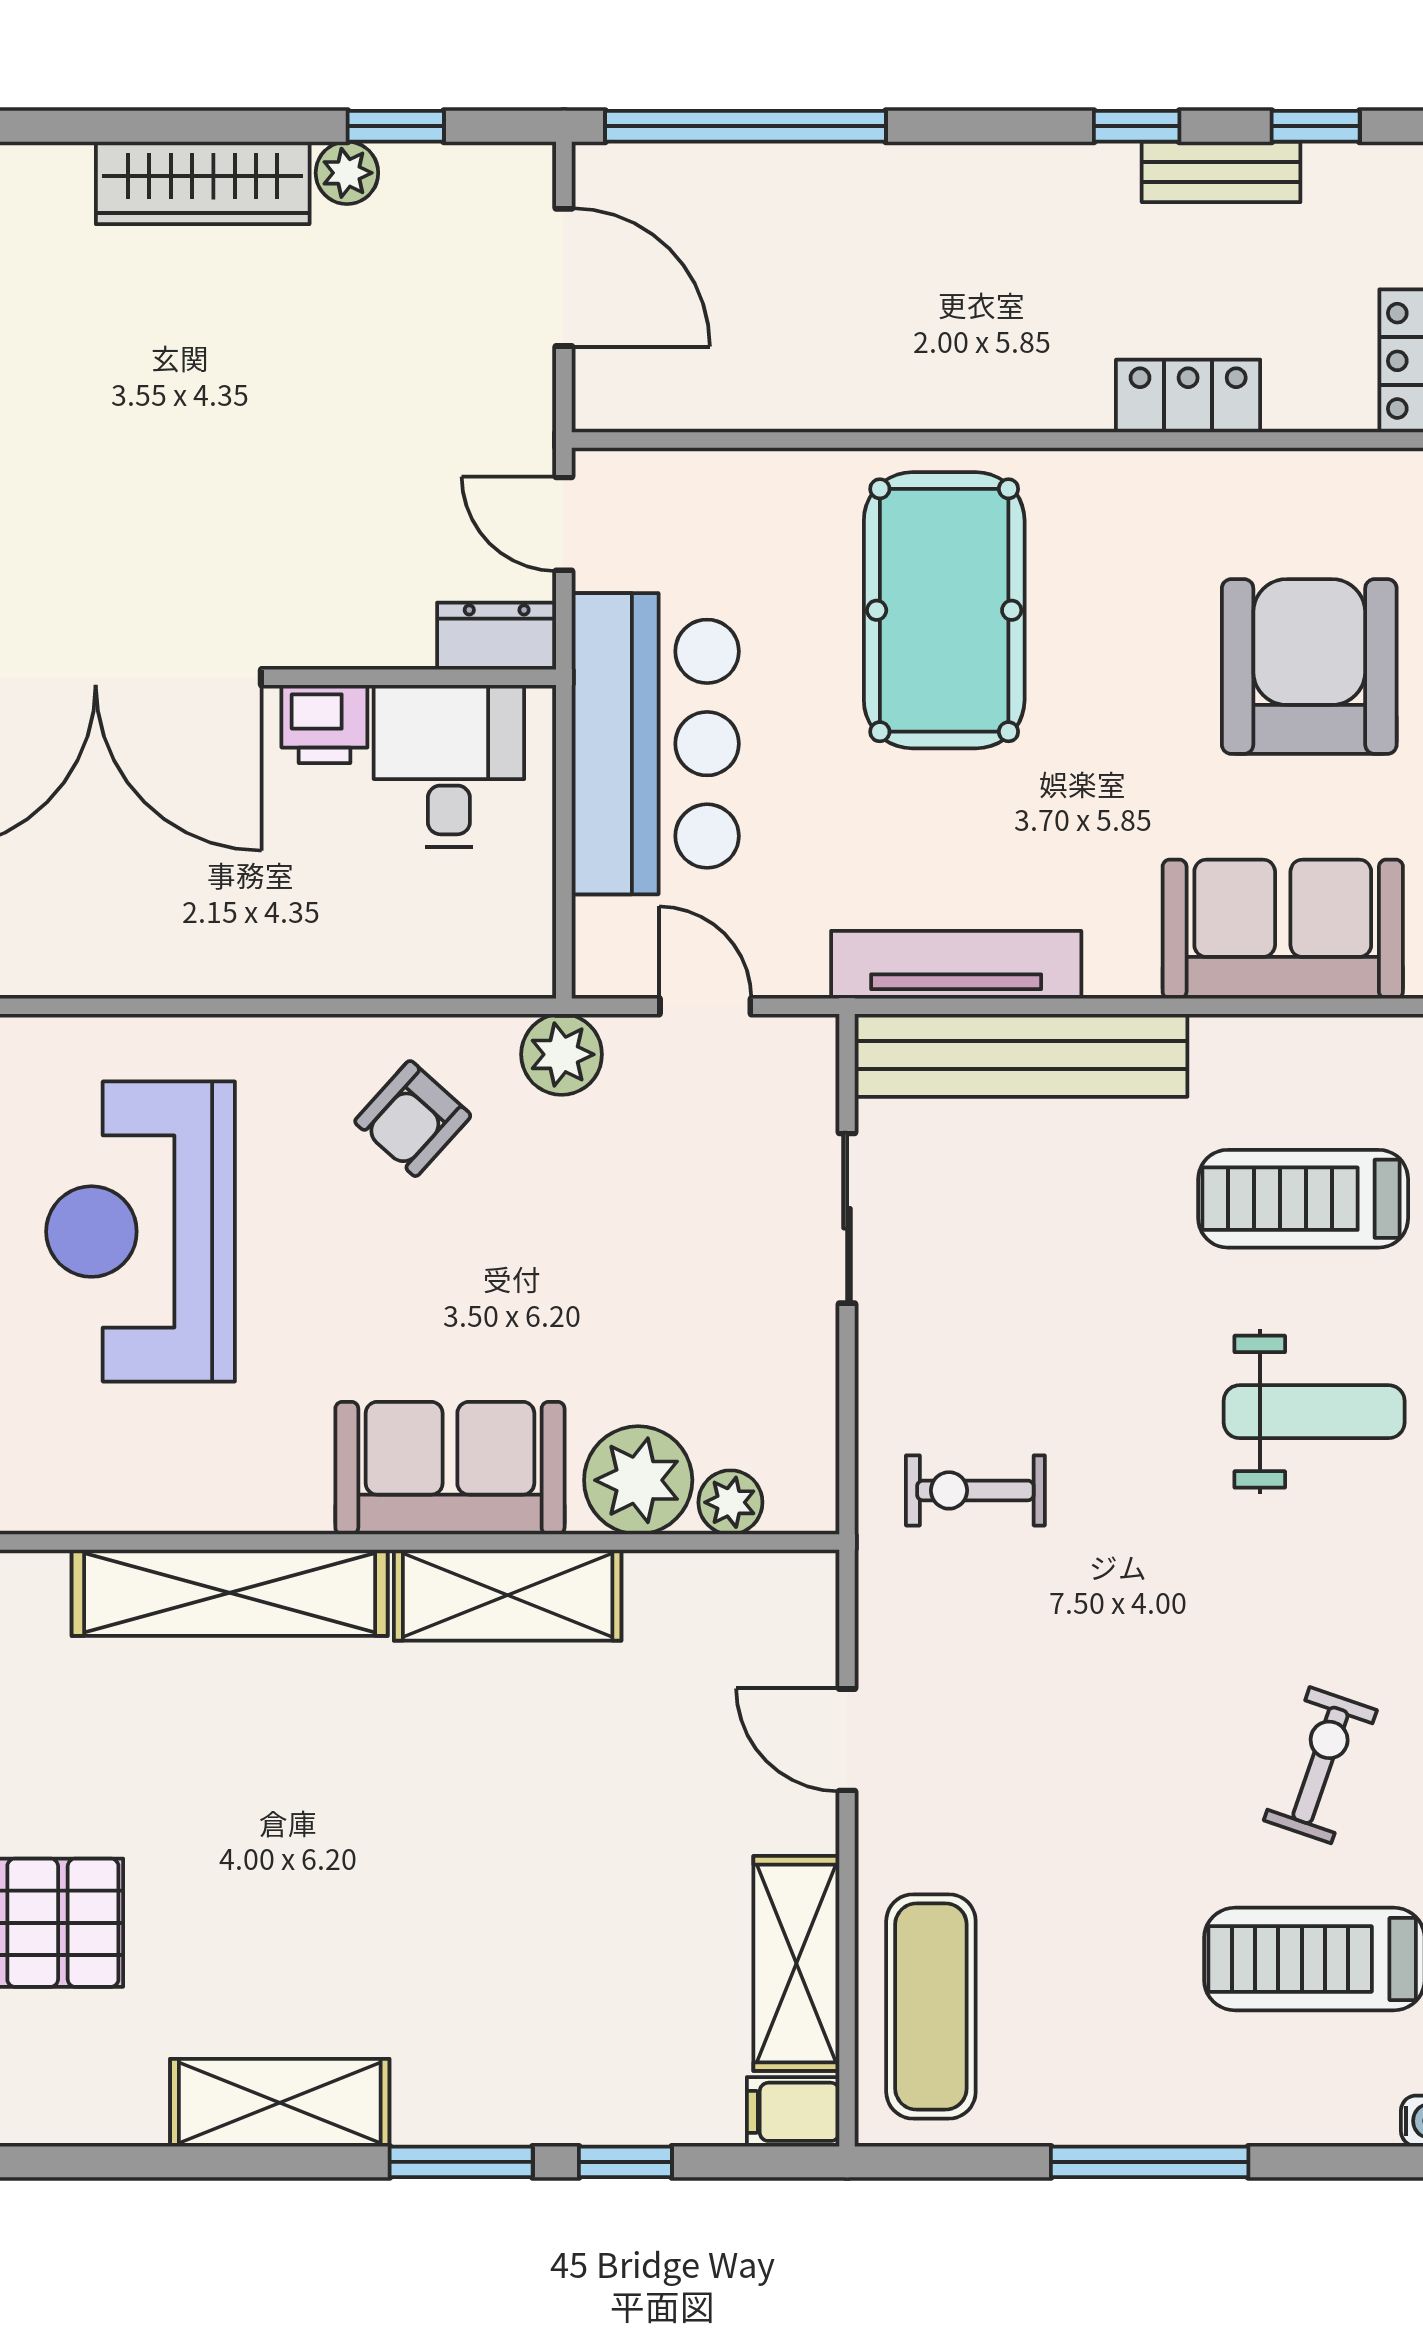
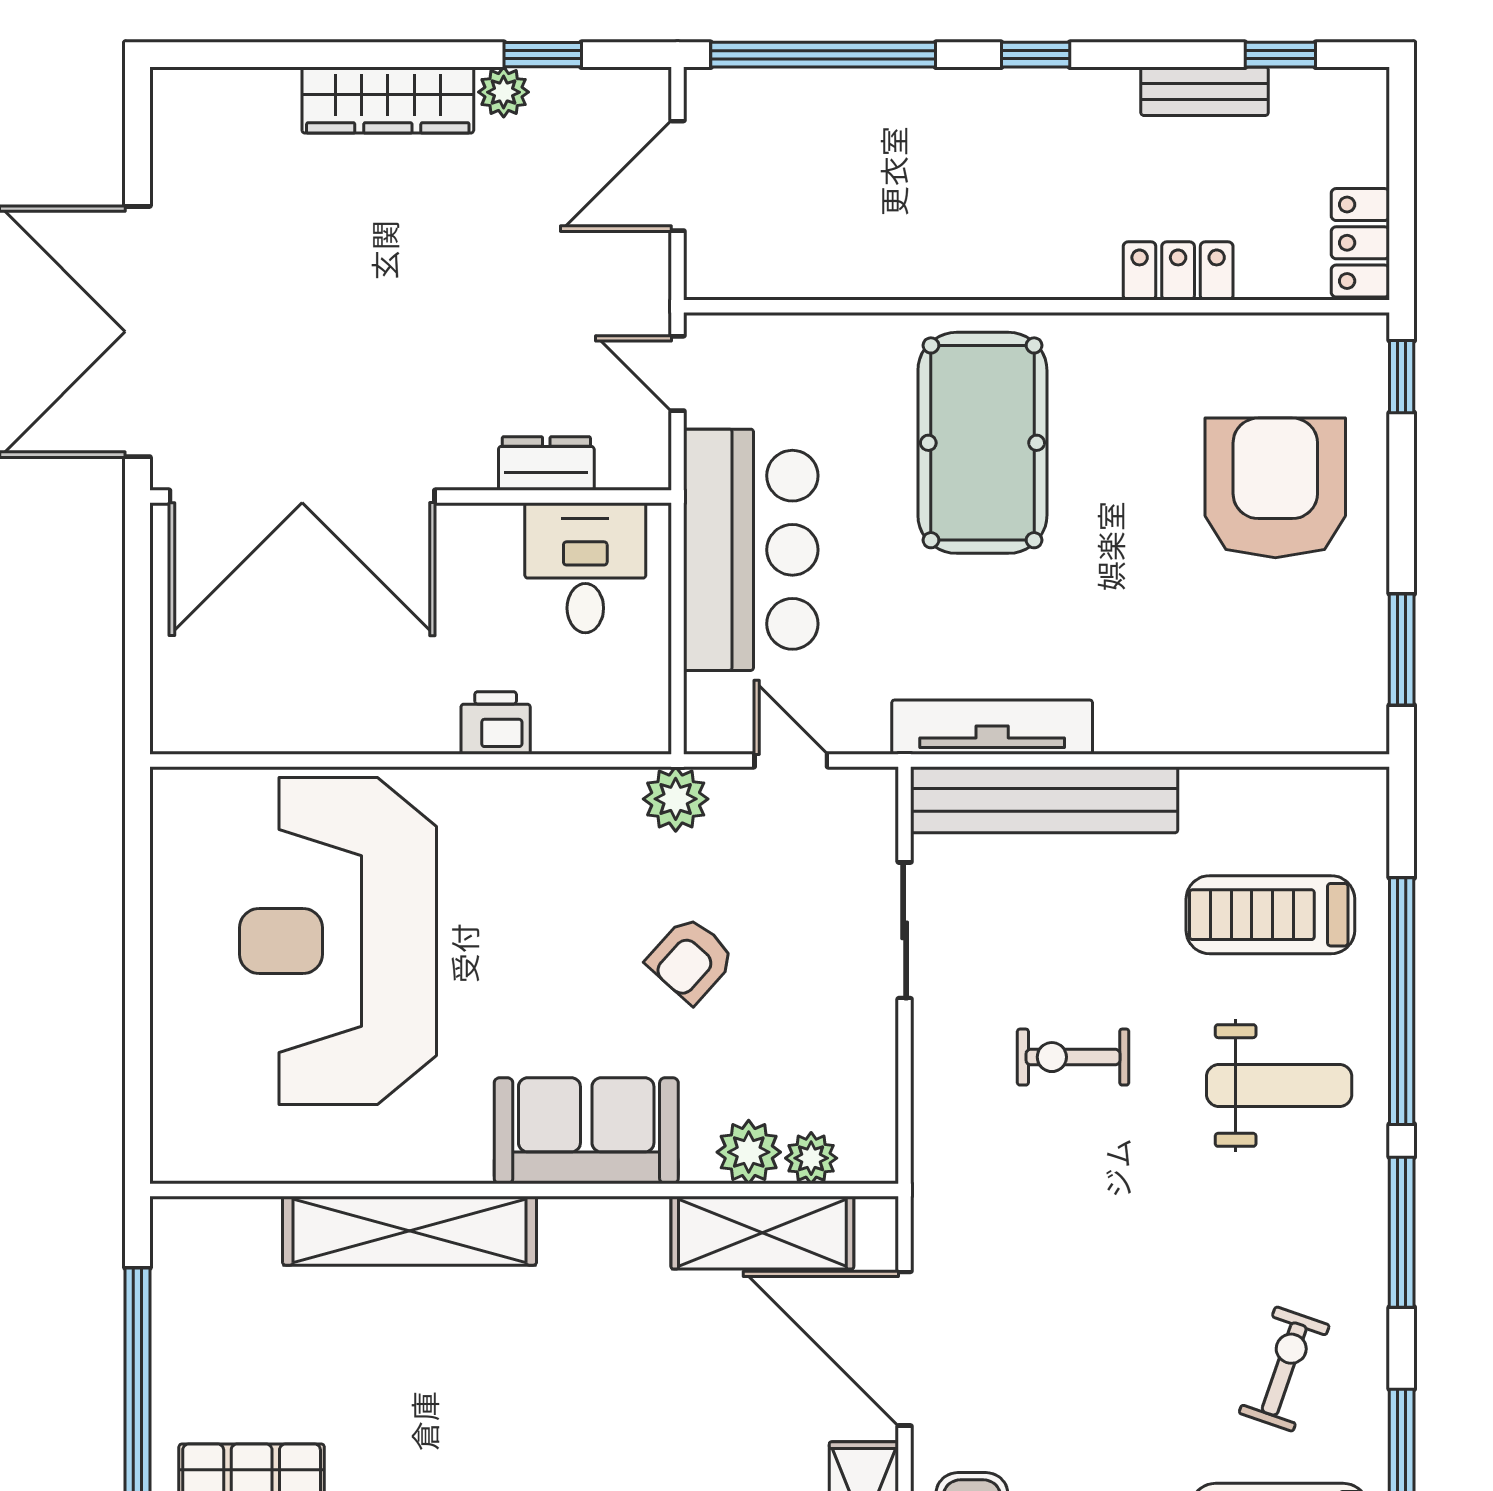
window: (1137, 126) -> (1036, 55), moved
door: (564, 277) -> (678, 176), swing flipped
dresser: (497, 636) -> (546, 464), moved
printer: (324, 724) -> (496, 723), moved, turned 180
sofa: (1283, 929) -> (1254, 699), removed
armchair: (413, 1119) -> (691, 960), moved
reception desk: (141, 1232) -> (338, 941), width x1.36, depth x1.30
plant: (638, 1480) -> (749, 1152), width x0.73, depth x0.73
exercise bike: (975, 1490) -> (1073, 1057), moved
shelving: (508, 1595) -> (762, 1233), moved
door: (847, 1740) -> (905, 1349), width x1.88

